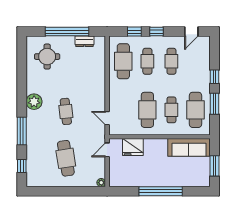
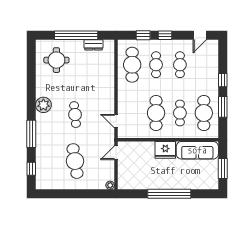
fridge: (133, 147) -> (165, 150), moved

